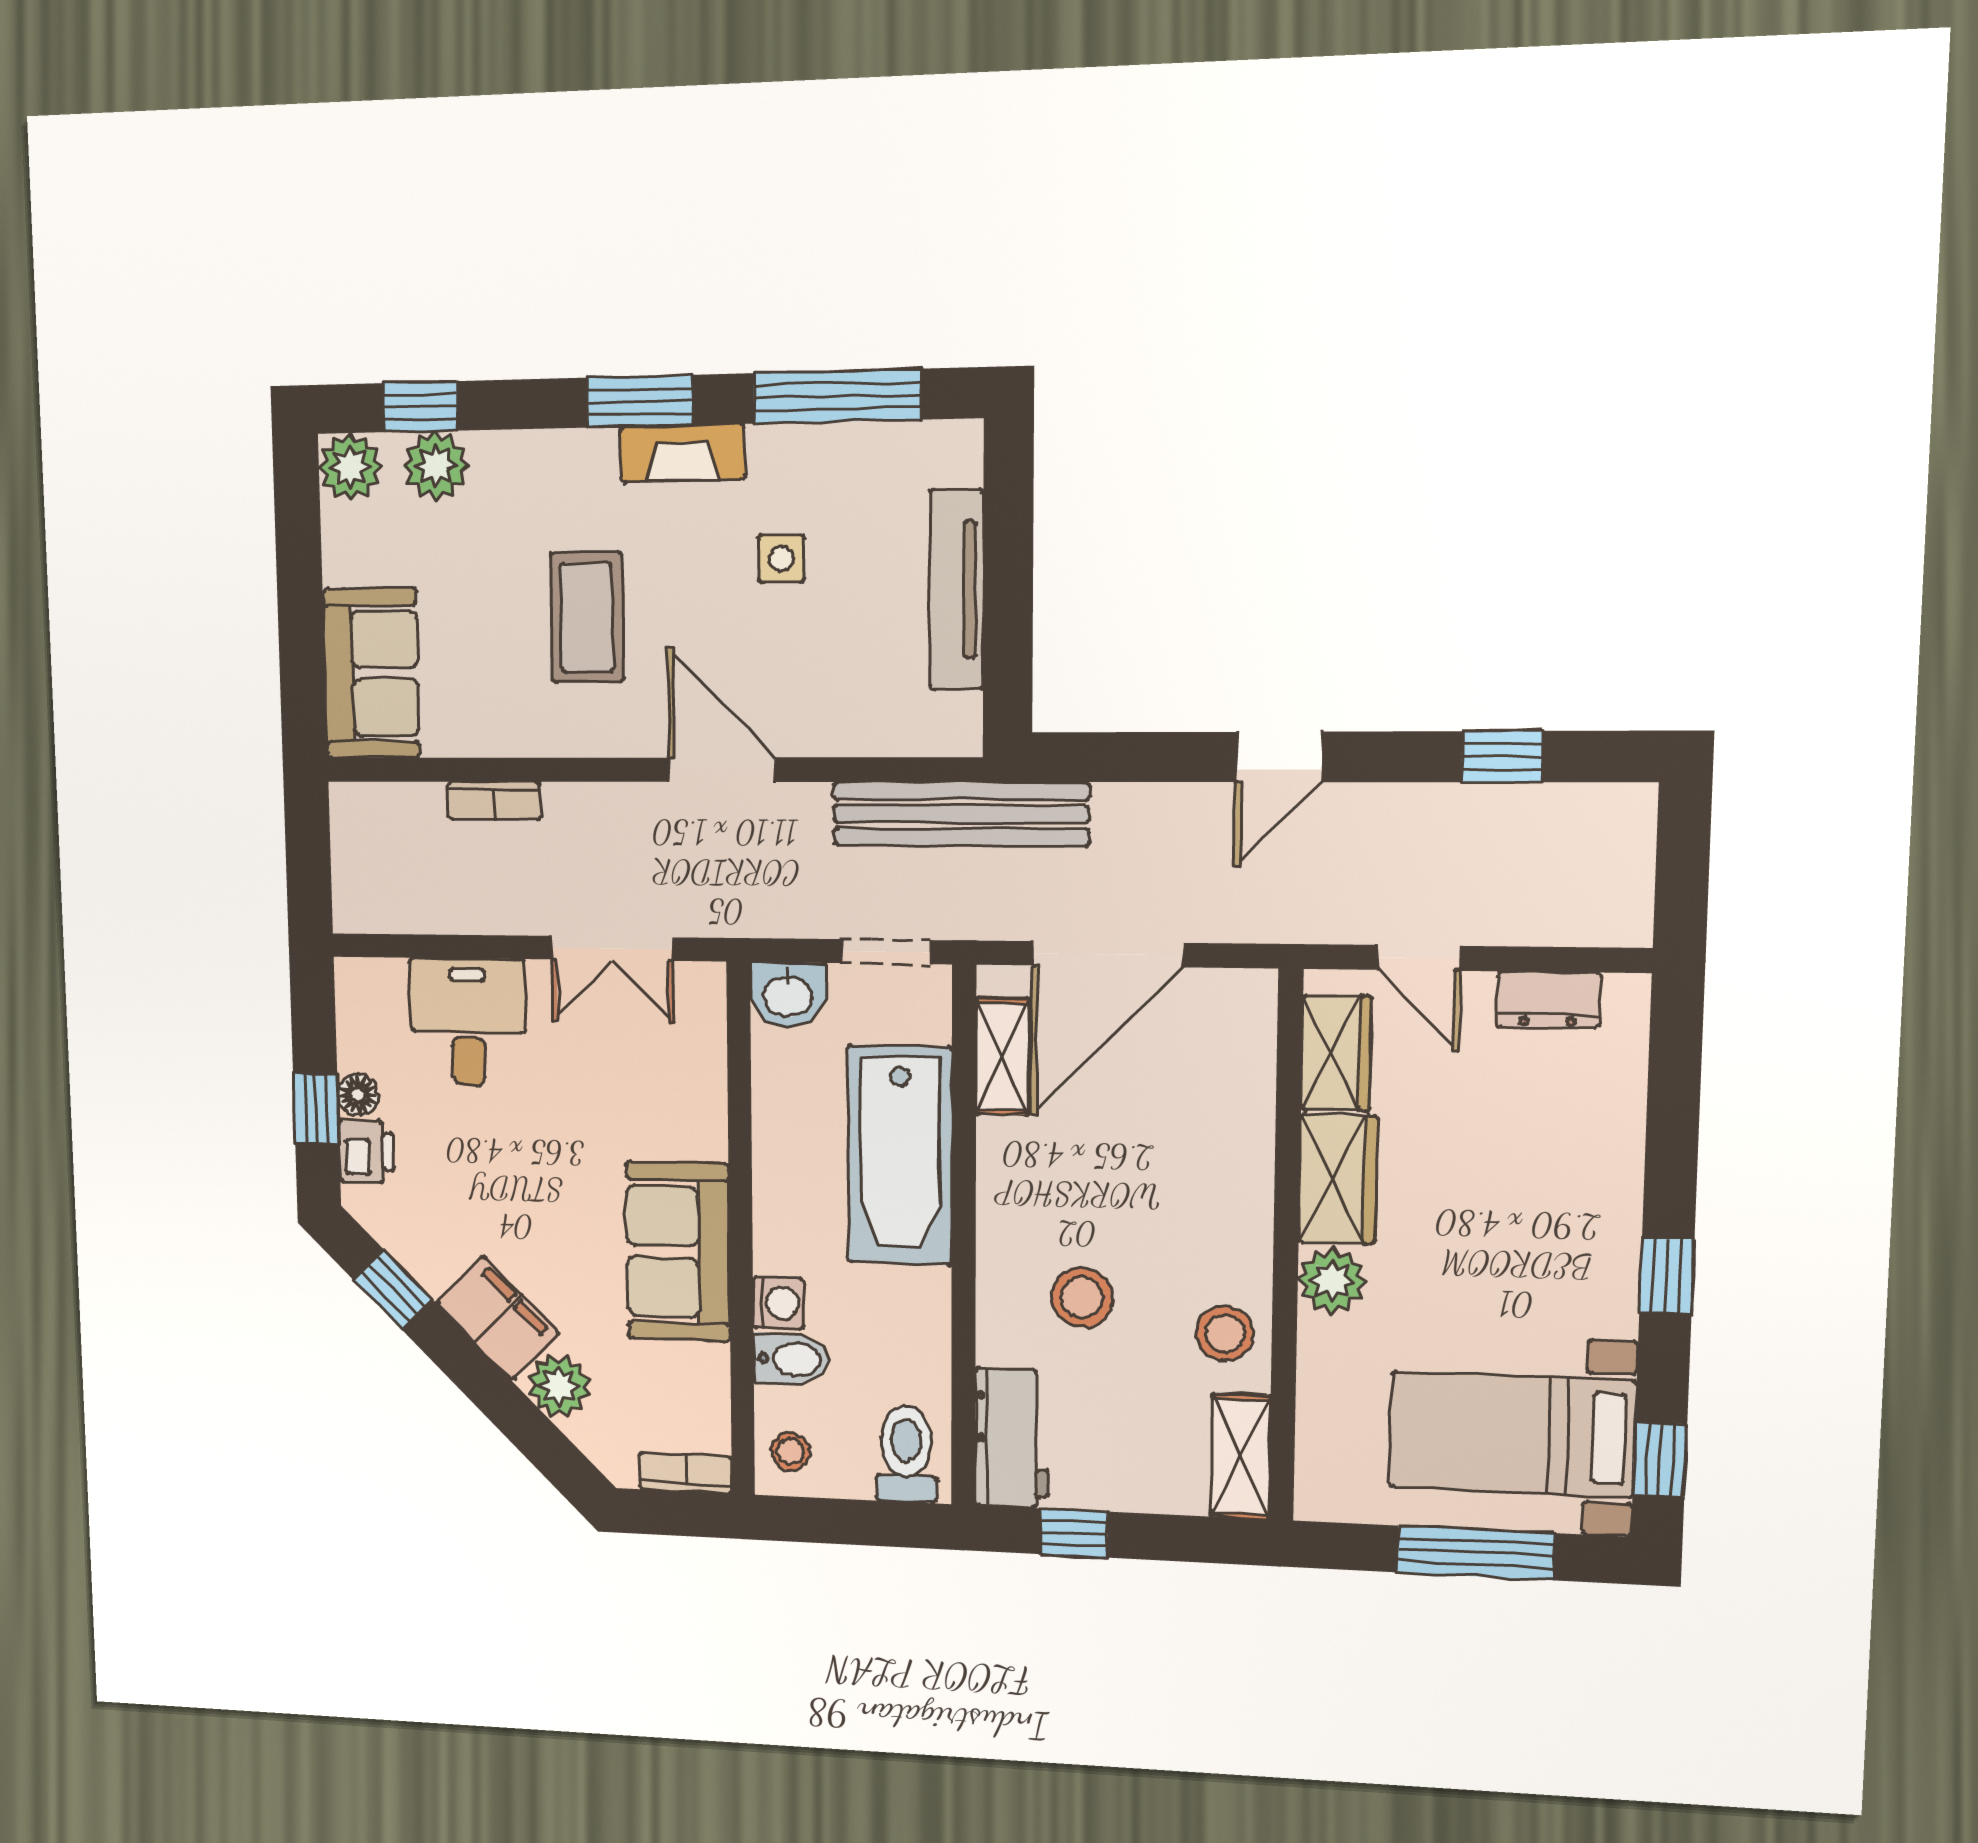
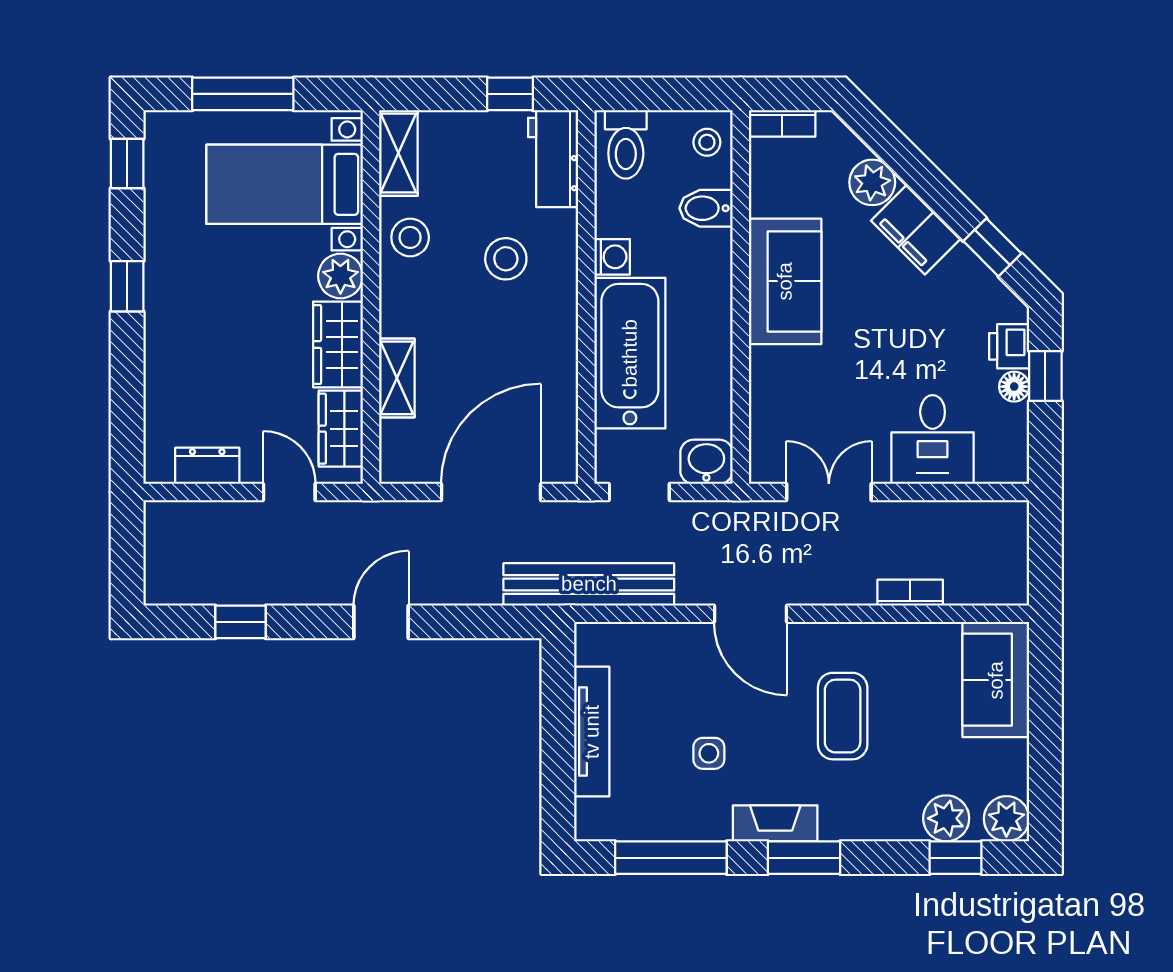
shelving: (1002, 1056) -> (397, 378), moved
washing machine: (778, 1303) -> (612, 257), moved, turned 180
bed with nightstands: (1512, 1434) -> (285, 184), moved, turned 180

